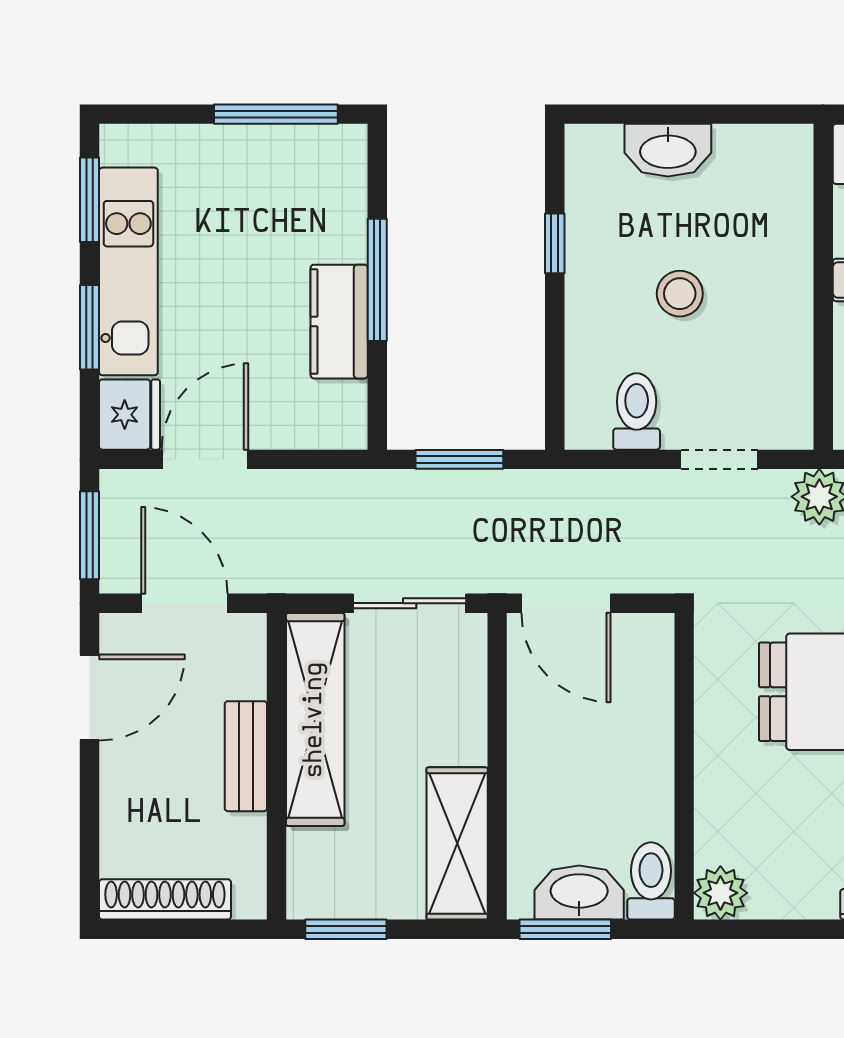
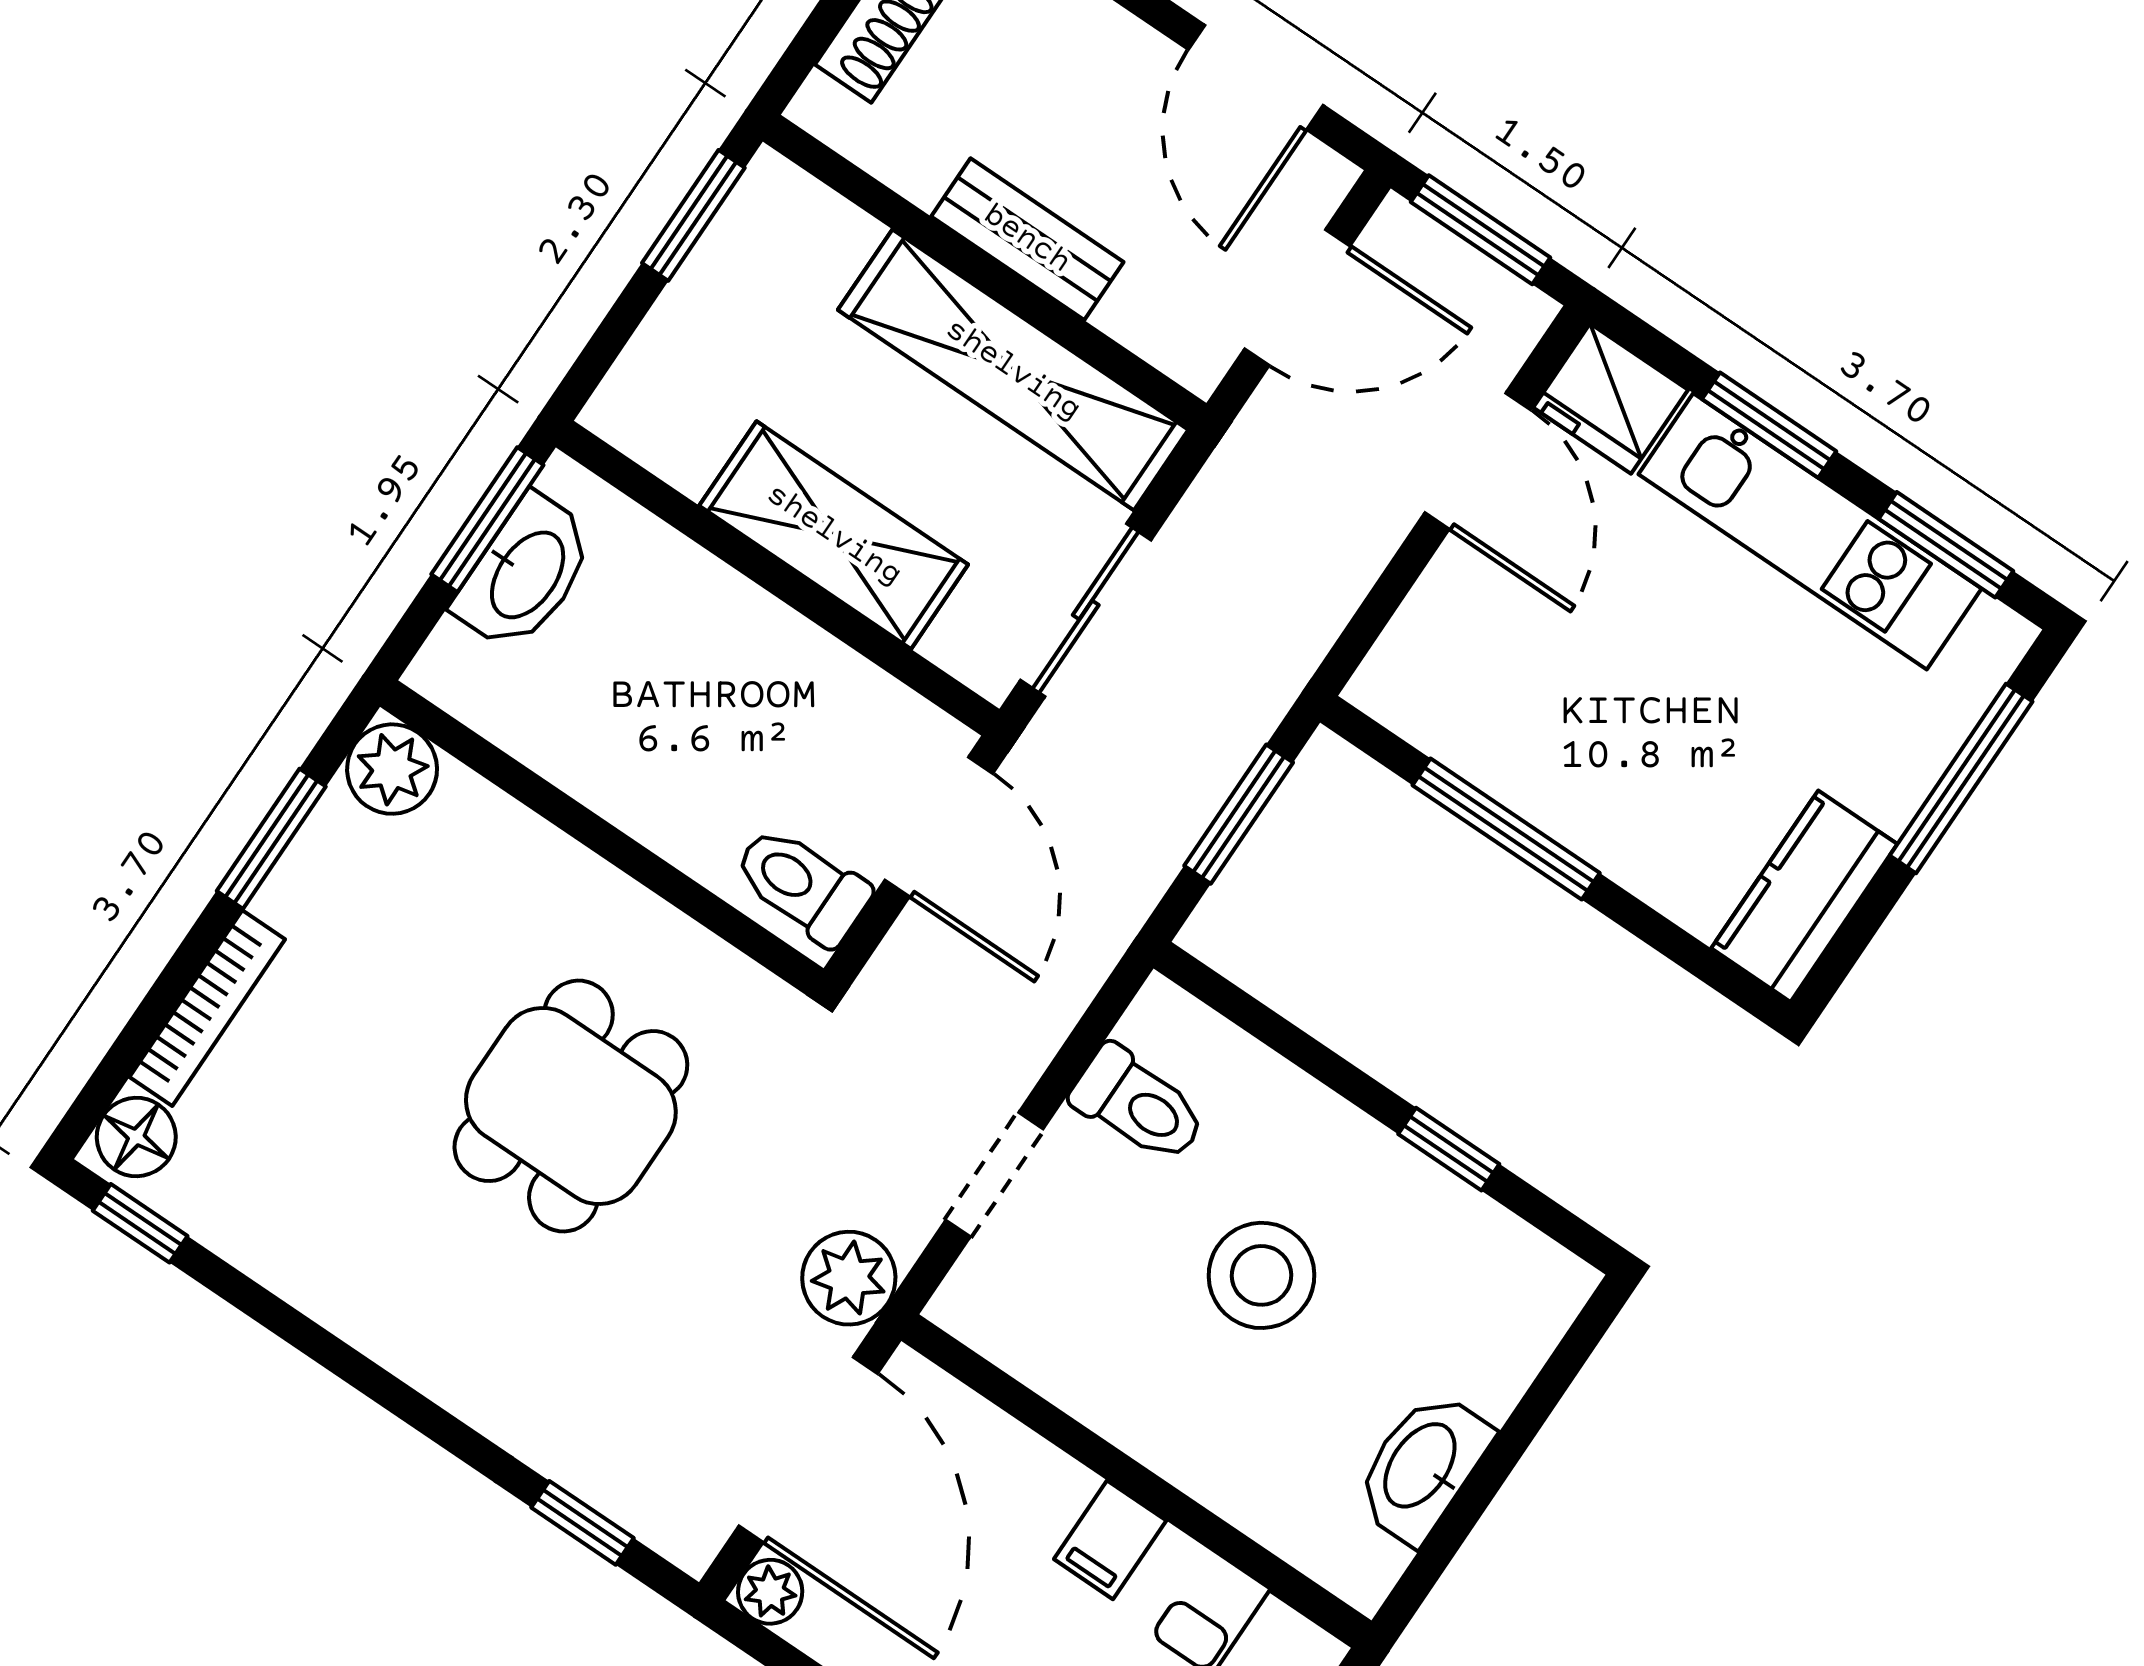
window: (276, 114) -> (1961, 779), moved
washbasin: (668, 150) -> (1422, 1467), moved
window: (377, 280) -> (1506, 829), moved
stool: (680, 294) -> (1262, 1275), width x1.38, depth x1.38
kitchen counter: (339, 322) -> (1804, 896), moved, turned -90
door: (566, 603) -> (939, 827), swing flipped
shelving: (457, 843) -> (834, 535), moved
toilet: (651, 881) -> (802, 885), moved, turned 180
window: (795, 929) -> (271, 839), added

